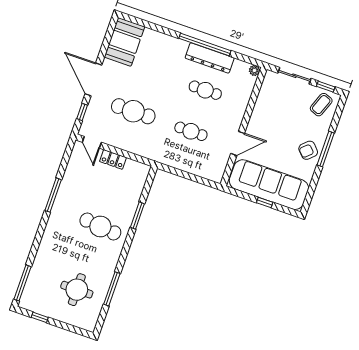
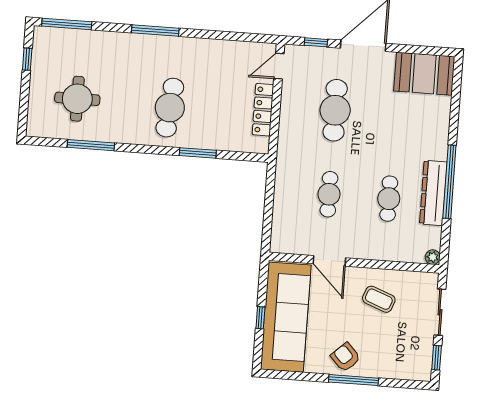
coffee table: (321, 105) -> (379, 299), moved
locker: (113, 159) -> (263, 110), width x1.53
window: (53, 195) -> (155, 30), moved

